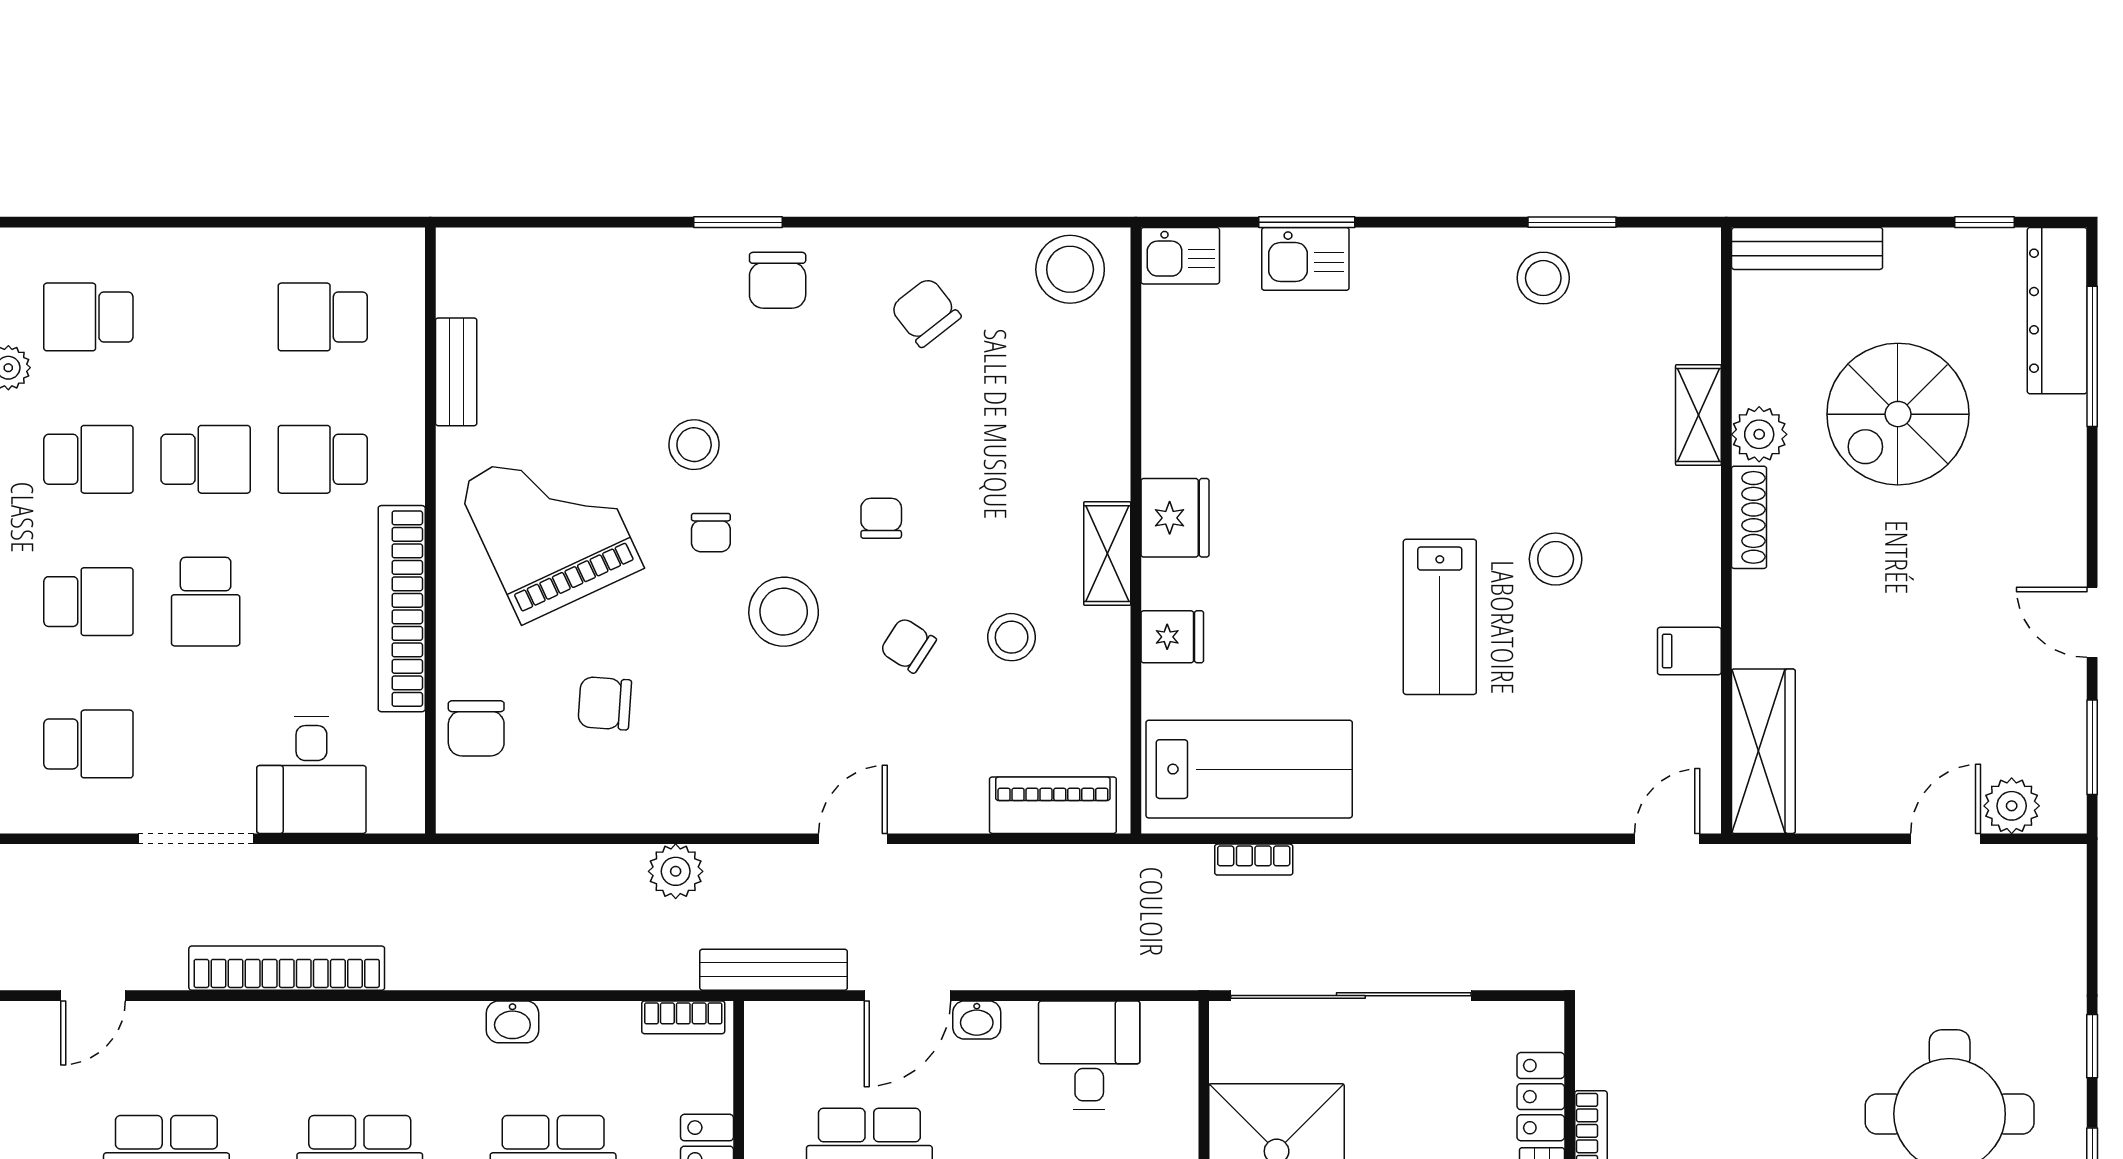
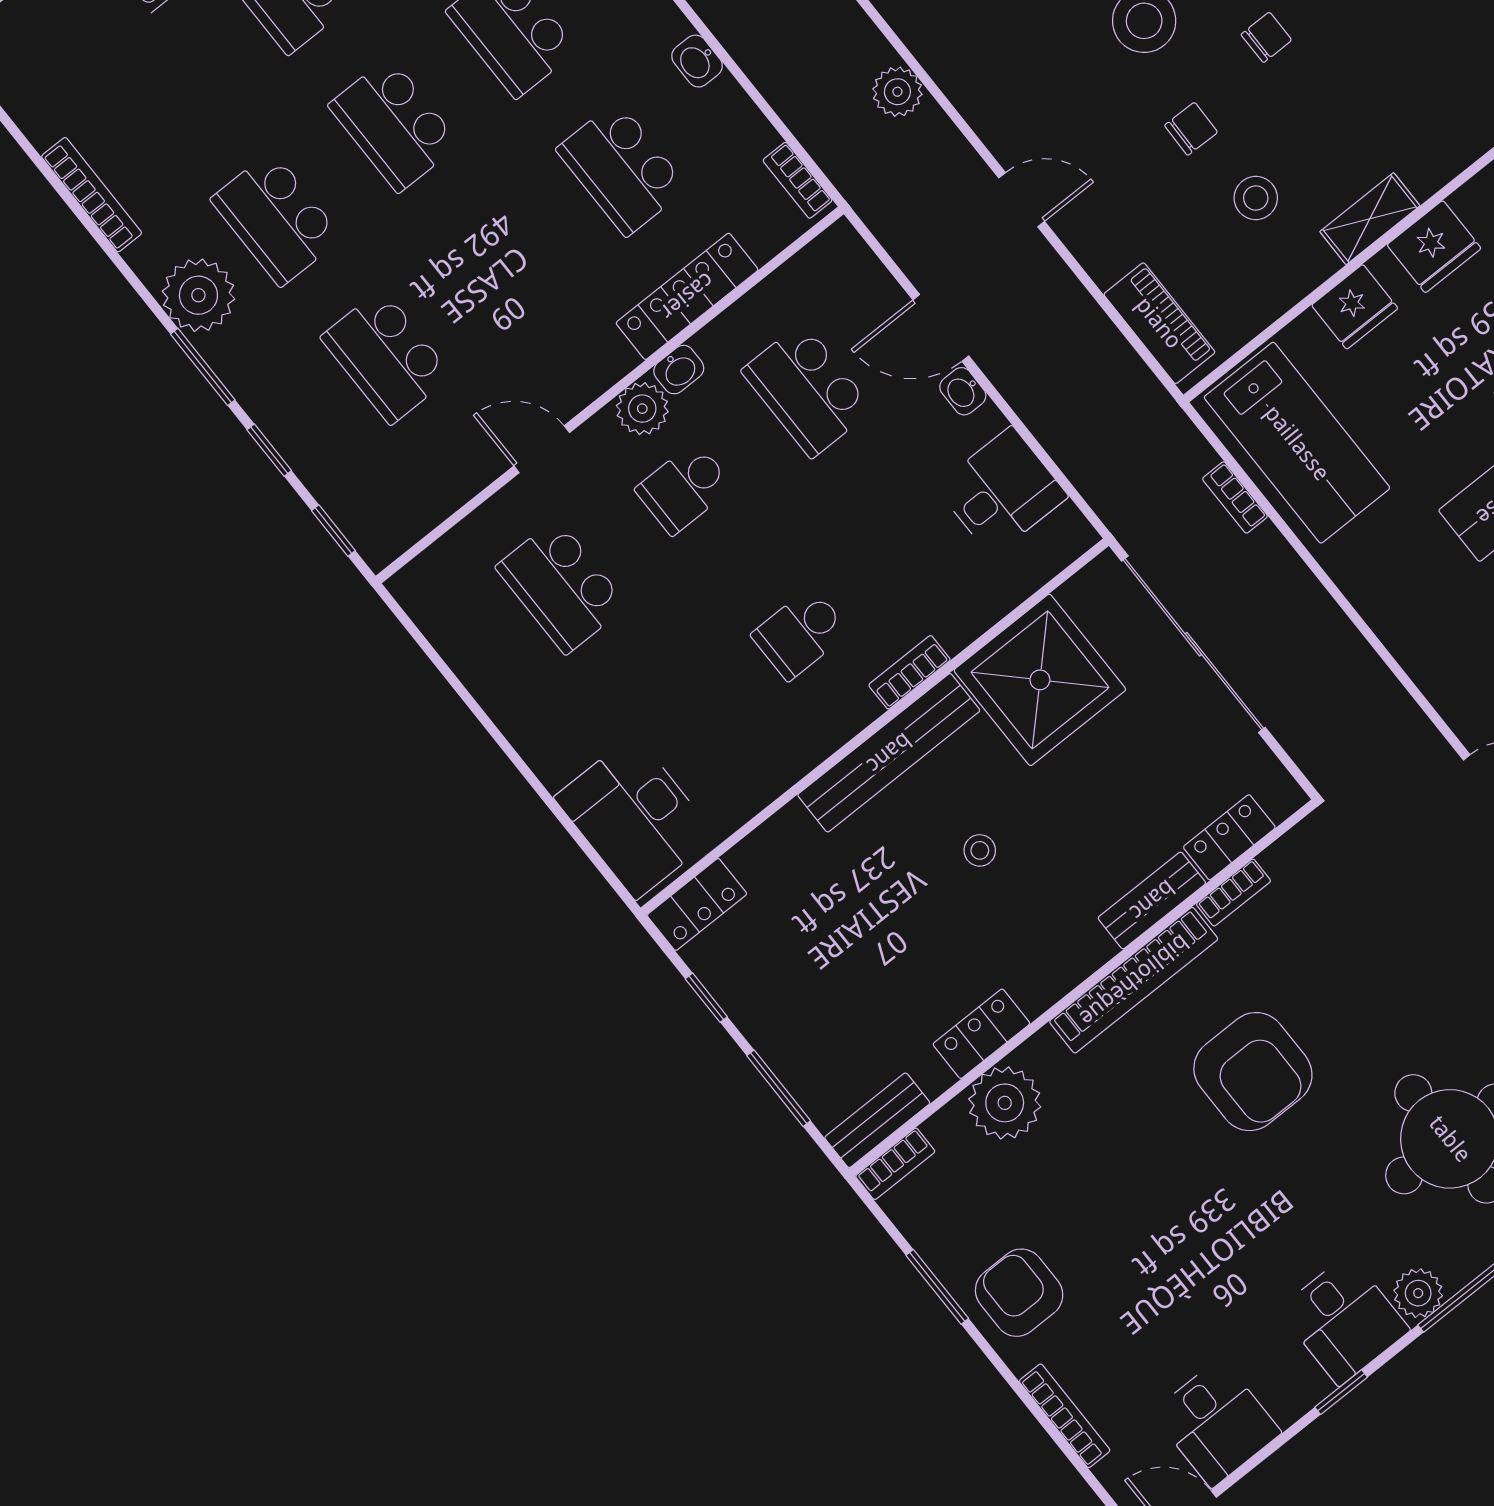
fridge: (1172, 637) -> (1355, 307), width x1.38
chair: (908, 645) -> (1191, 129), turned 58
bench: (774, 970) -> (883, 218), removed

